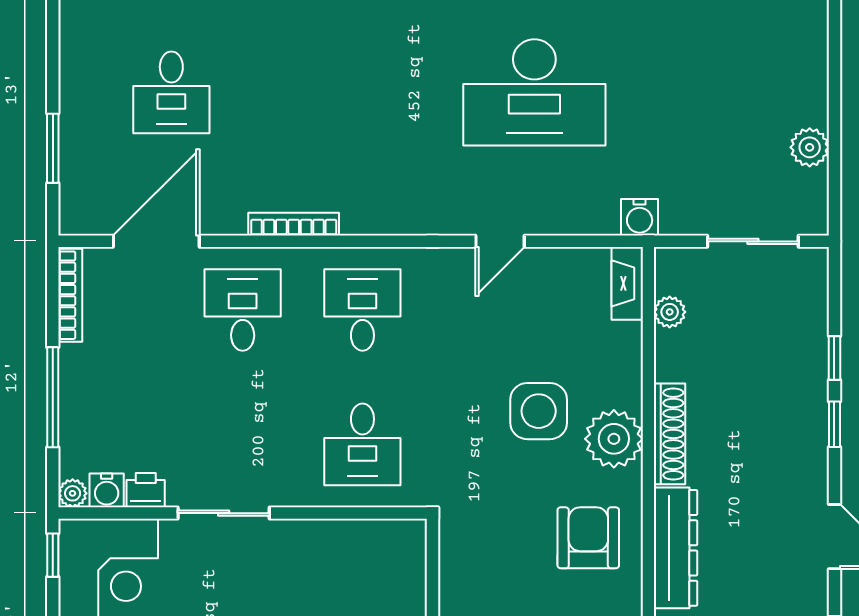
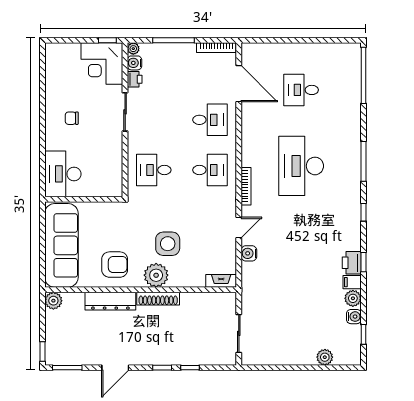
desk: (534, 92) -> (301, 166), moved
plant: (810, 147) -> (325, 357), moved
window: (53, 148) -> (278, 40), removed
water cooler: (640, 217) -> (249, 253), moved
bookcase: (294, 224) -> (246, 186), moved
door: (500, 241) -> (239, 228), swing flipped
plant: (670, 312) -> (209, 299), removed

